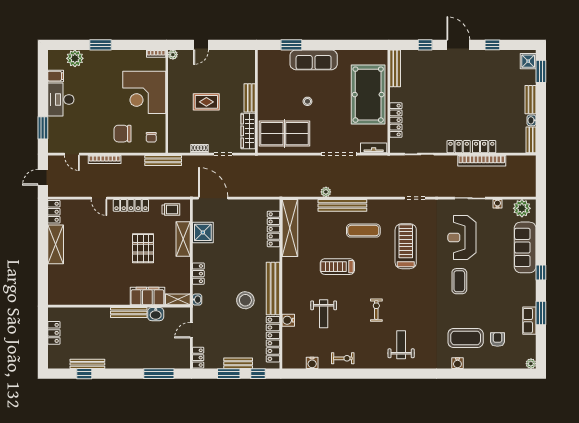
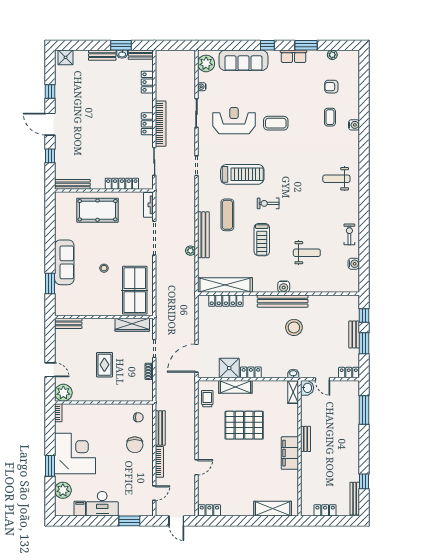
door: (458, 45) -> (50, 124), hinge flipped
plant: (173, 55) -> (63, 393), width x1.87, depth x1.87
window: (541, 71) -> (121, 45), moved
corner desk: (144, 92) -> (75, 454), moved, turned -90
pool table: (368, 95) -> (98, 210), width x0.73, depth x0.76
bench: (250, 98) -> (68, 323), moved
locker: (484, 147) -> (147, 82), moved
bench: (163, 160) -> (160, 428), moved
bookcase: (482, 161) -> (161, 124), moved
locker: (131, 205) -> (203, 437), removed
reception desk: (462, 237) -> (234, 121), turned 180
shelving: (56, 244) -> (273, 509), moved
treadmill: (406, 246) -> (242, 174), turned 180
pallet: (143, 248) -> (244, 425), width x1.37, depth x1.41
locker: (198, 274) -> (251, 372), moved
filing cabinet: (147, 296) -> (290, 453), moved
exercise bike: (376, 310) -> (268, 203), moved
bench: (129, 312) -> (306, 439), width x0.73
washbasin: (156, 314) -> (307, 388), moved
water cooler: (288, 320) -> (284, 287), moved
row of seats: (529, 321) -> (294, 56), moved
coffee table: (466, 338) -> (330, 117), width x0.54, depth x0.58
locker: (273, 339) -> (331, 301), removed
bench: (87, 364) -> (355, 499), moved
plant: (531, 364) -> (332, 55), moved

